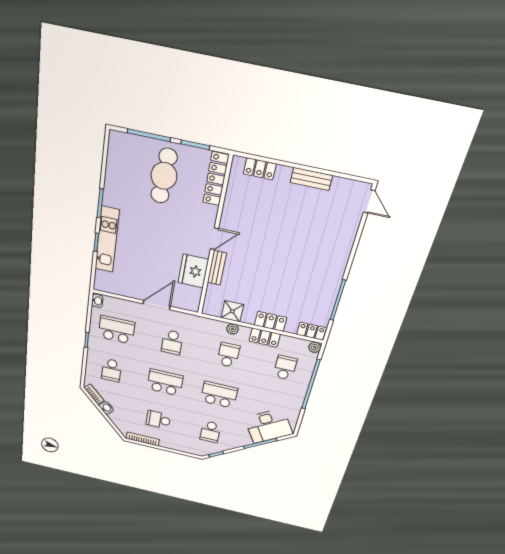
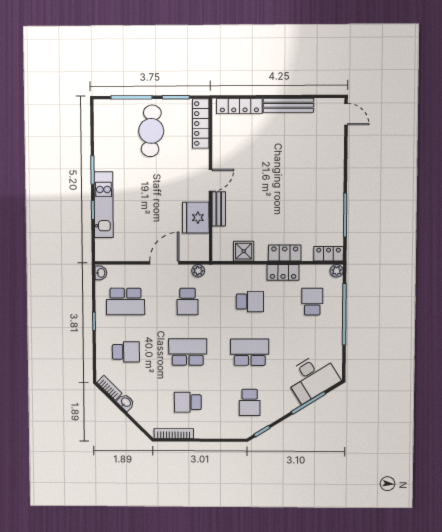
locker: (260, 169) -> (239, 106), width x1.53
bench: (311, 179) -> (288, 105), width x1.36
plant: (232, 329) -> (198, 271), moved
school desk: (117, 330) -> (126, 301), turned 180
school desk: (228, 355) -> (250, 302), turned 90
school desk: (111, 370) -> (126, 352), turned -90

